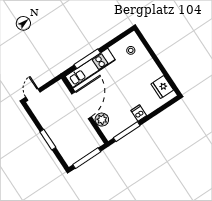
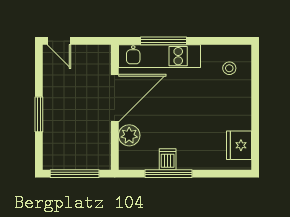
door: (33, 95) -> (59, 41), swing flipped
dishwasher: (139, 113) -> (168, 159), moved
window: (127, 132) -> (169, 174), moved

